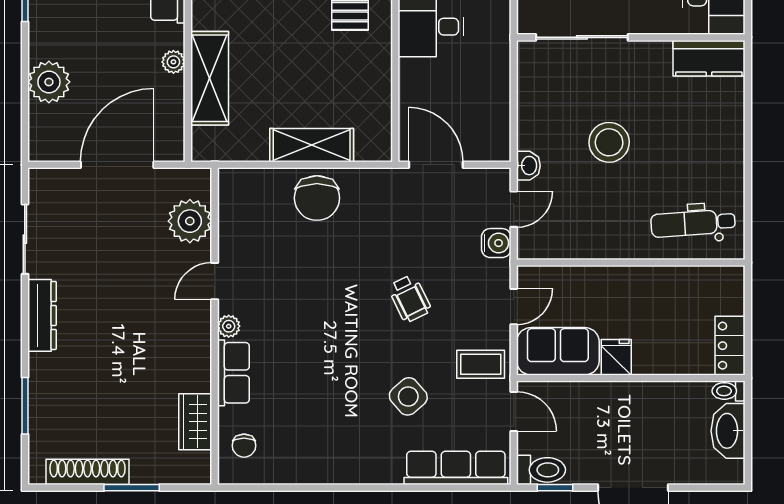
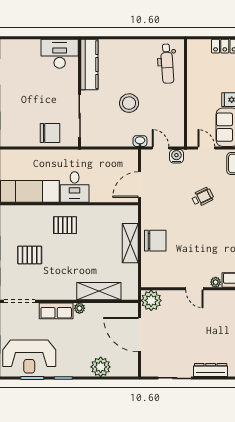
kitchen counter: (709, 58) -> (89, 65), width x1.50
plant: (173, 62) -> (79, 308), moved
plant: (190, 221) -> (151, 300), moved

